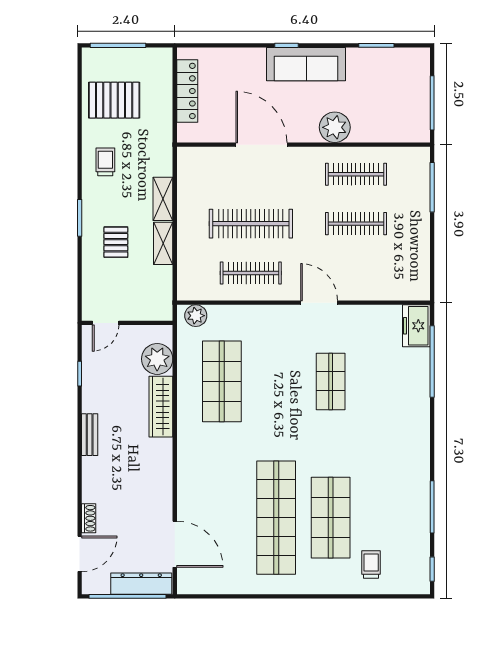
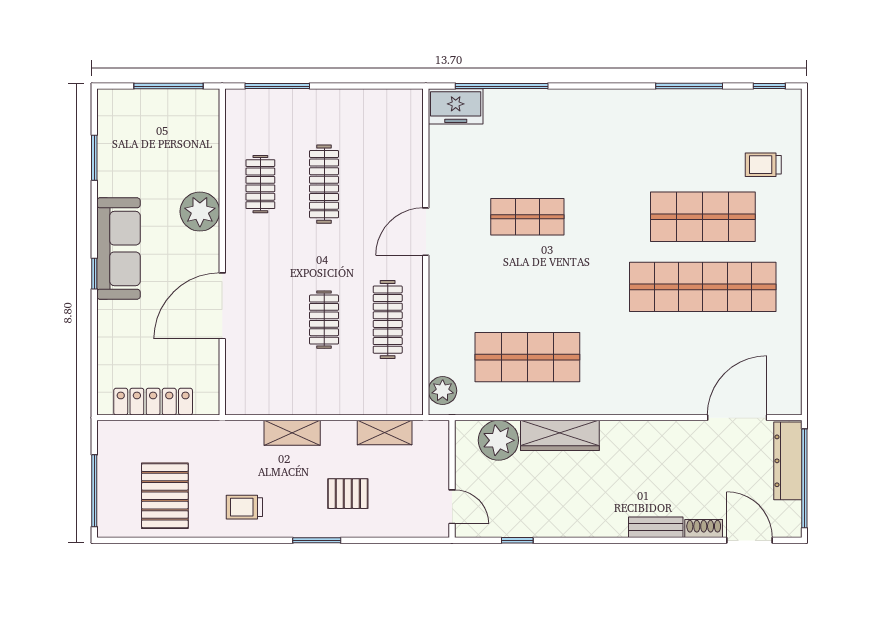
clothes rail: (356, 174) -> (260, 184), width x0.73
clothes rail: (251, 224) -> (324, 320), width x0.54, depth x0.76
shelving: (163, 243) -> (385, 433), moved
bench: (90, 435) -> (656, 527), moved

